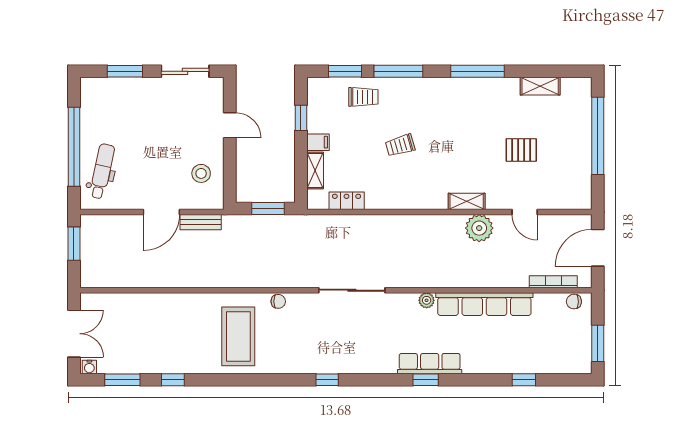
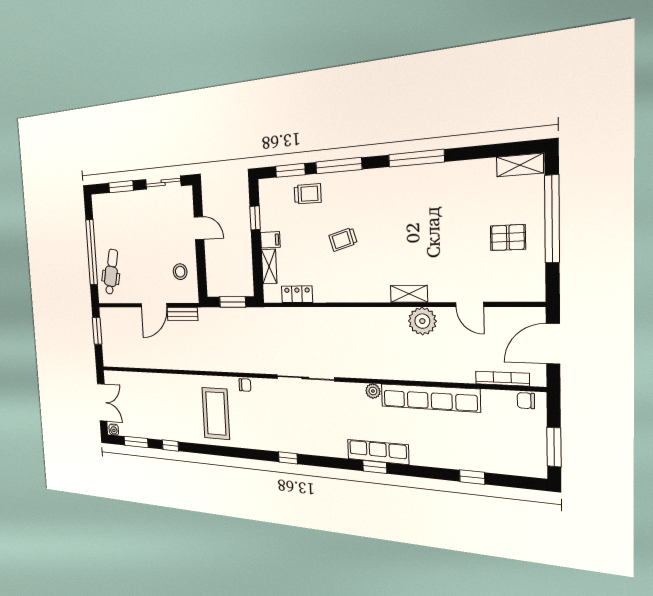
shelving: (540, 86) -> (520, 165), moved
pallet: (521, 150) -> (508, 238), moved

